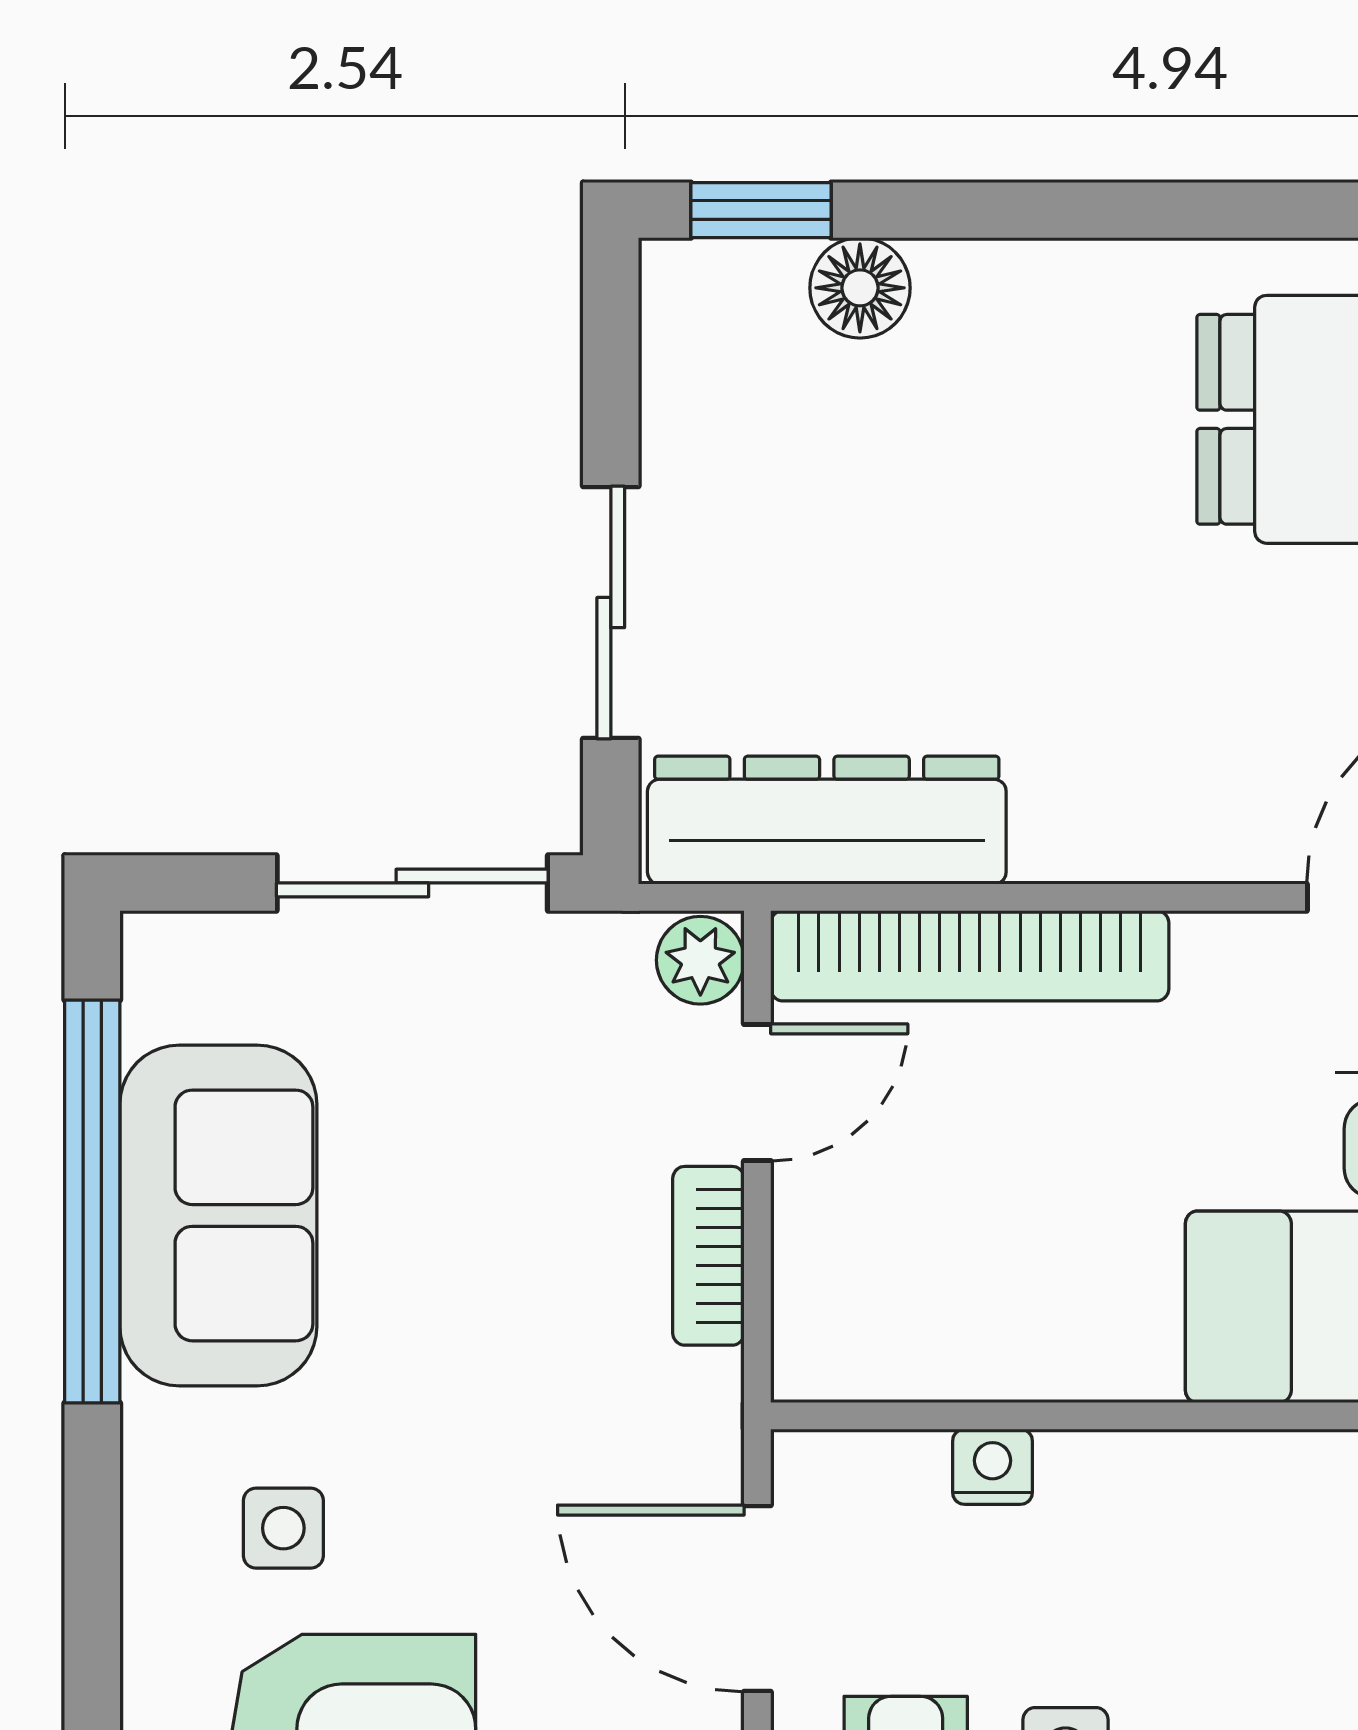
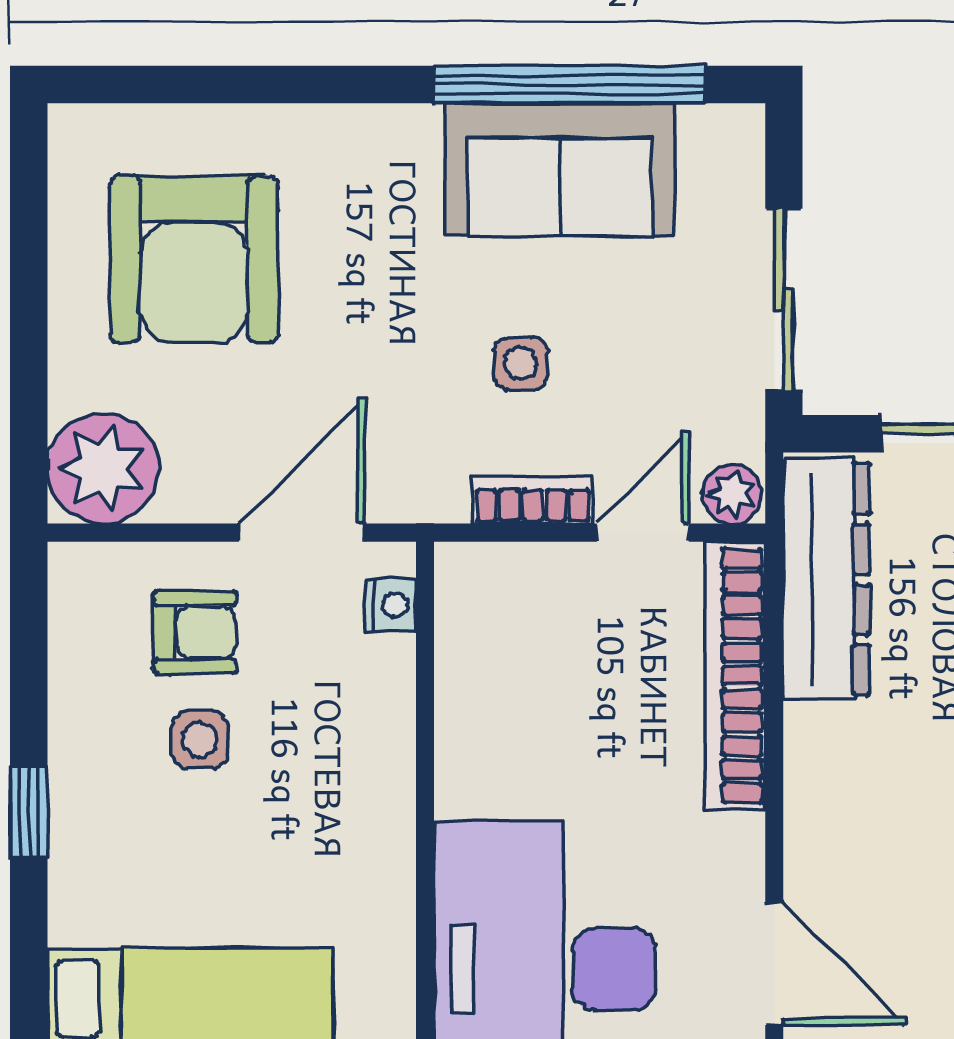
door: (757, 1092) -> (643, 533), swing flipped
nightstand: (992, 1467) -> (391, 605), moved
side table: (283, 1528) -> (520, 364), moved

